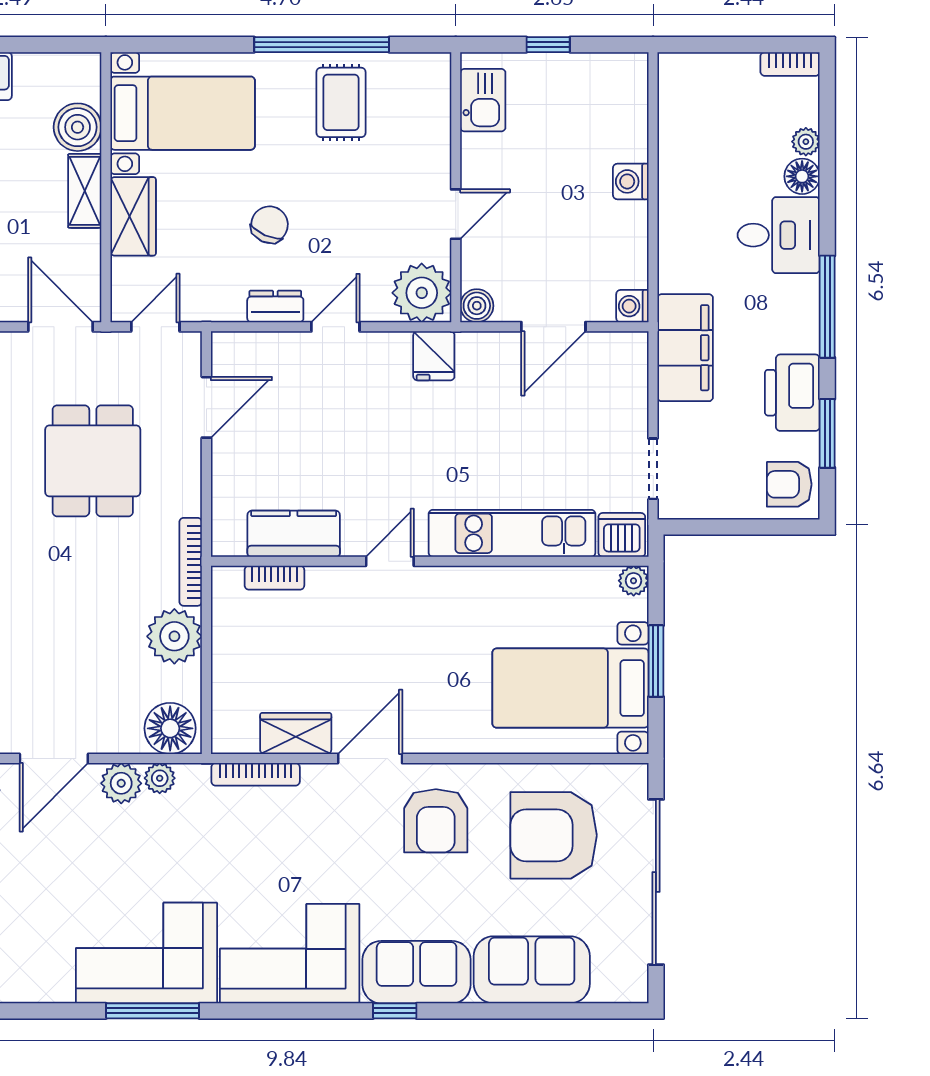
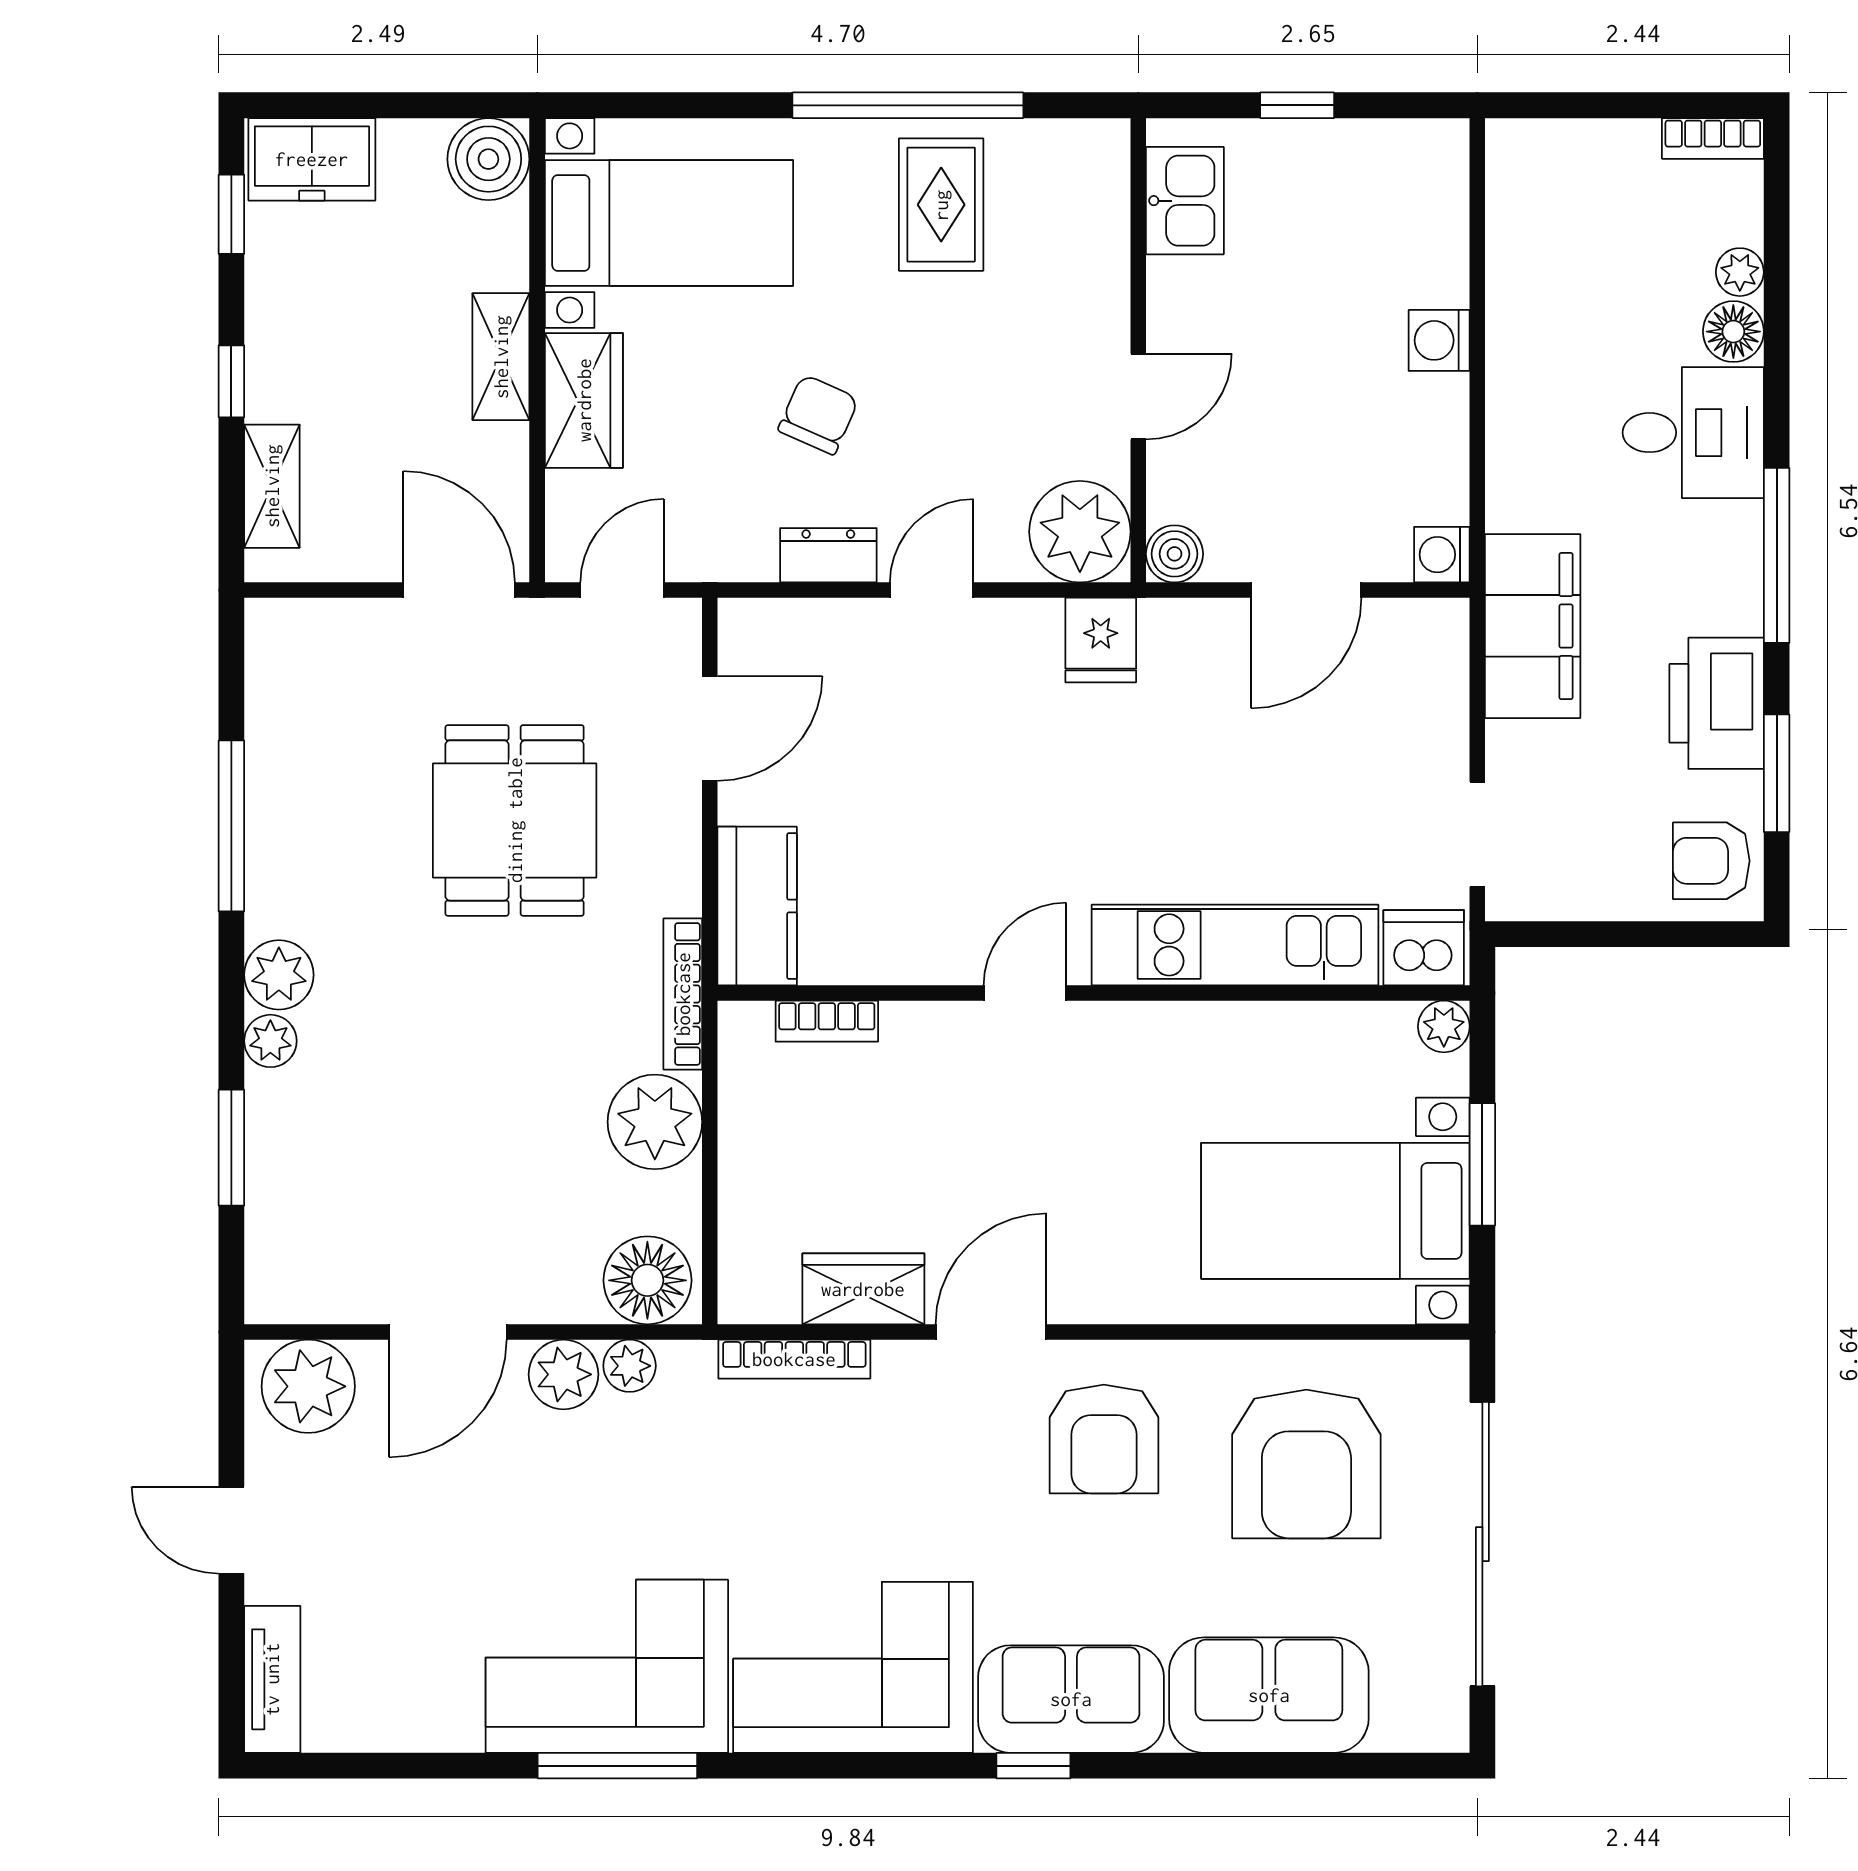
boiler: (78, 127) -> (488, 159), moved
kitchen counter: (294, 534) -> (757, 906), moved, turned 90
armchair: (554, 835) -> (1306, 1464), turned -90

